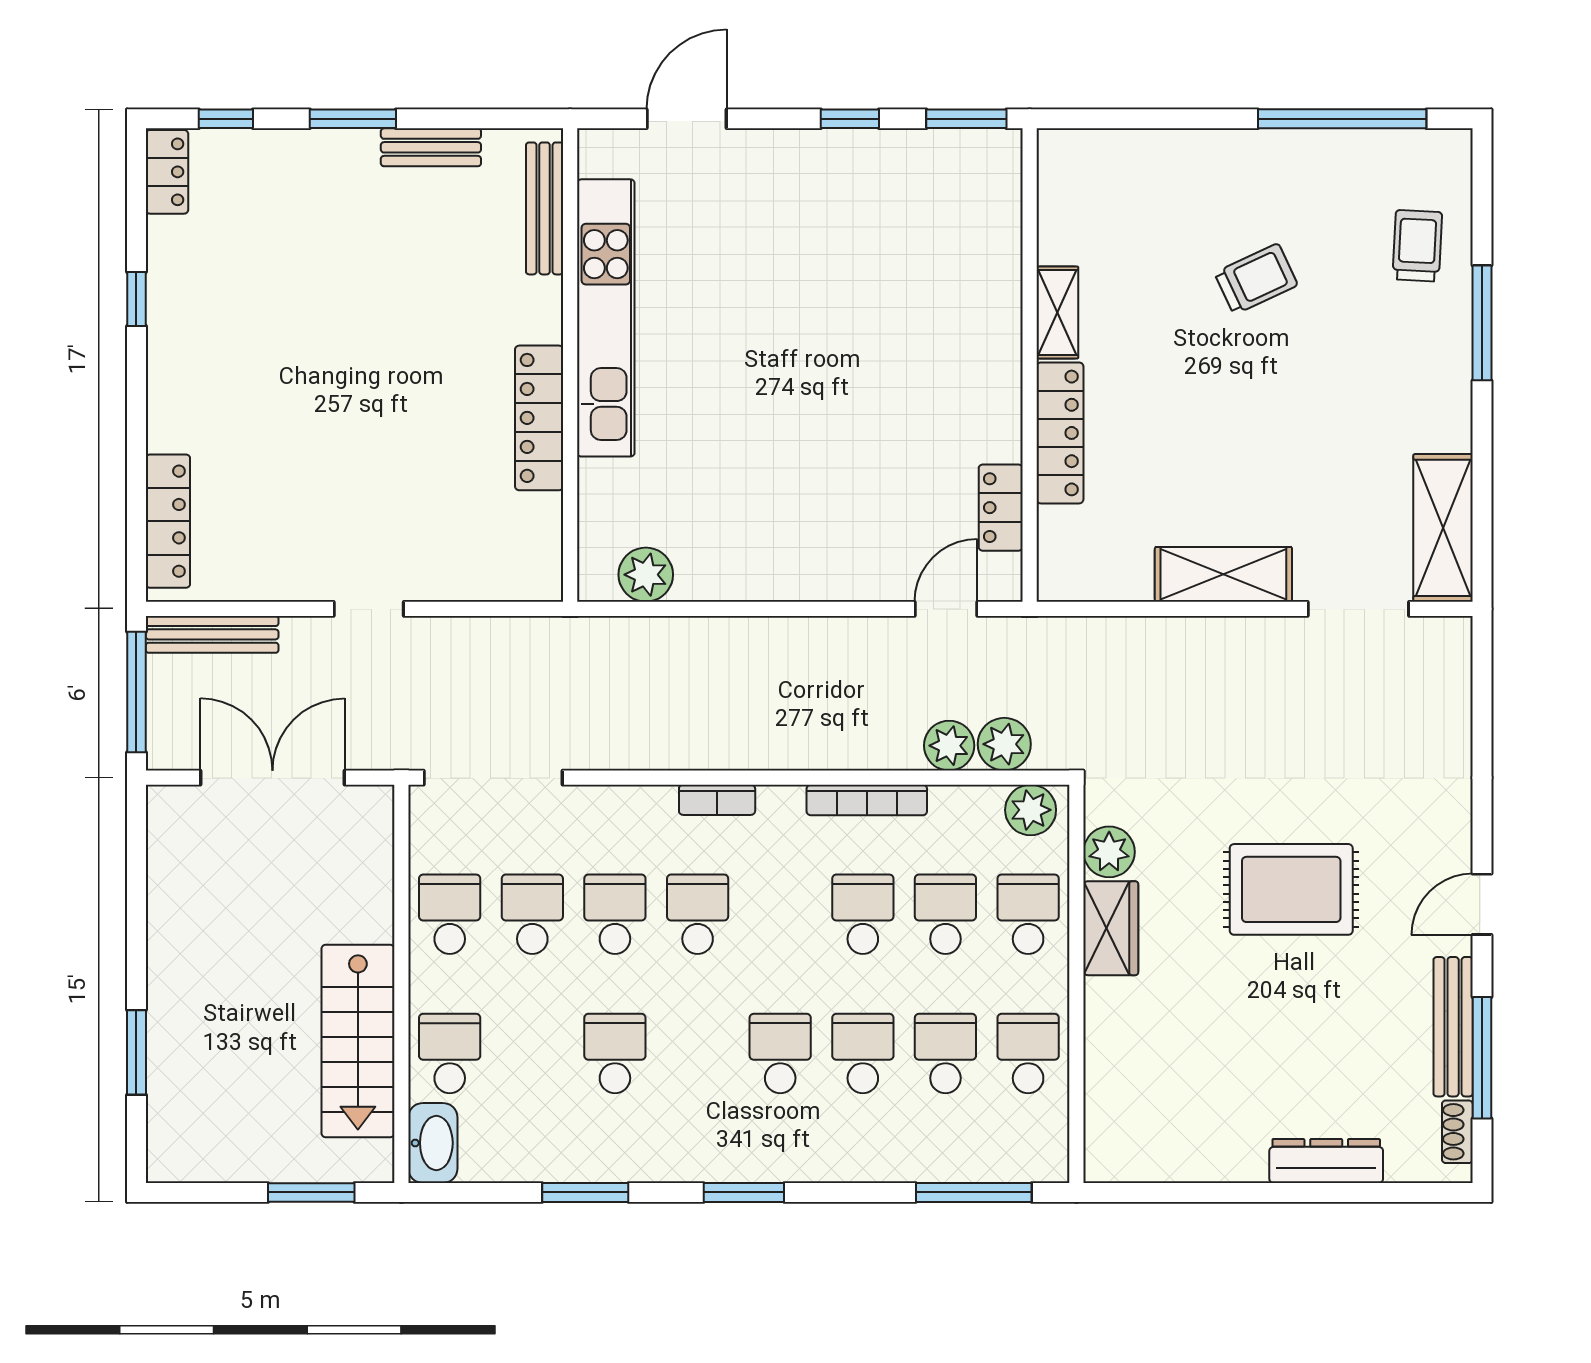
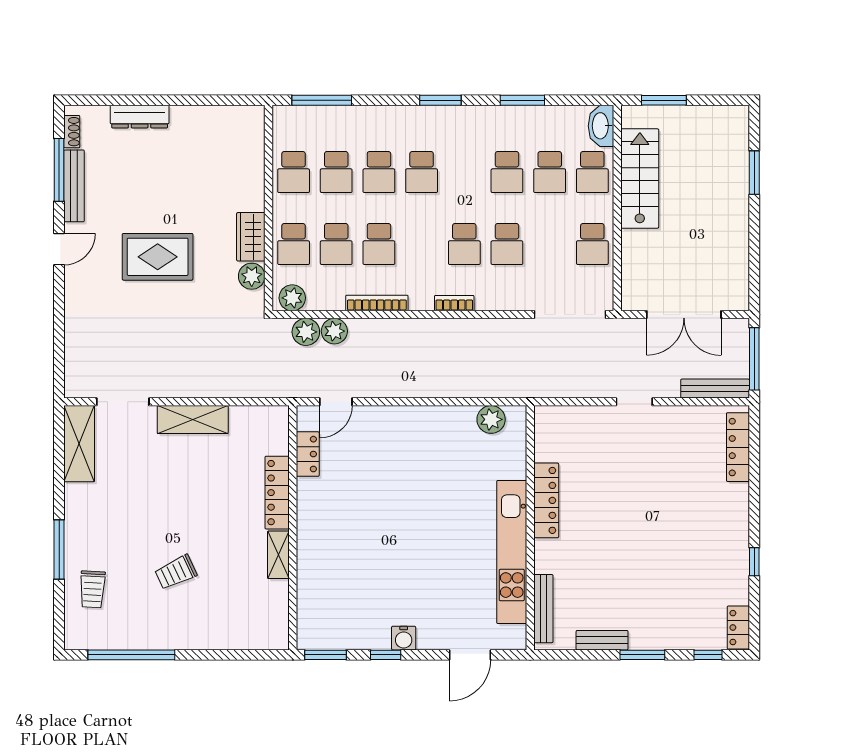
water cooler: (815, 151) -> (404, 638), added
school desk: (532, 914) -> (550, 172), moved

